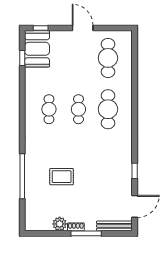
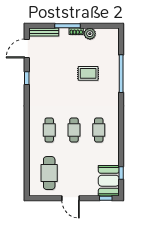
cafe table: (108, 109) -> (49, 130), width x0.73, depth x0.74

